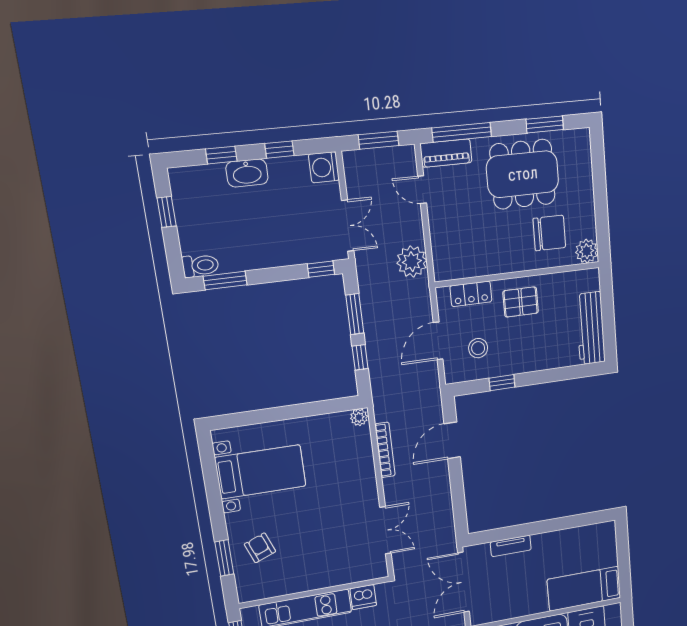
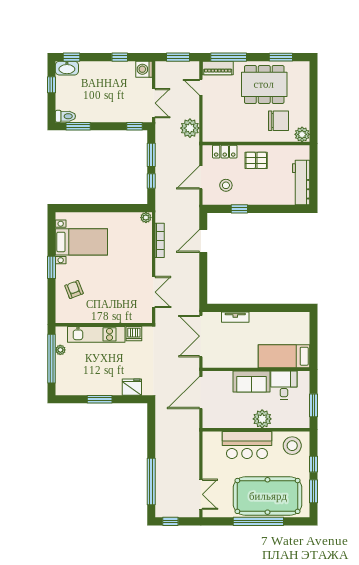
window: (221, 155) -> (72, 57), moved
washbasin: (247, 173) -> (67, 68), moved
window: (224, 558) -> (51, 267), moved

